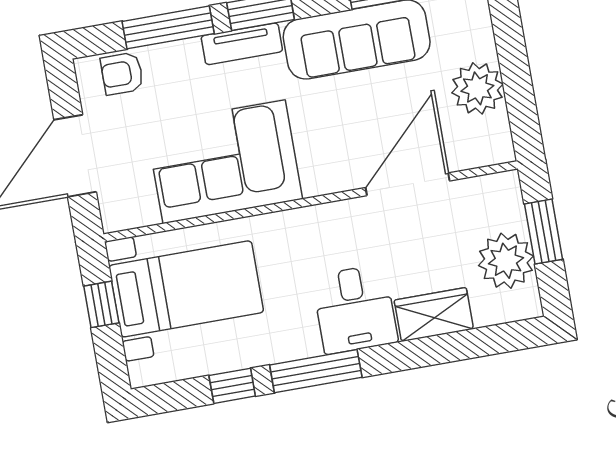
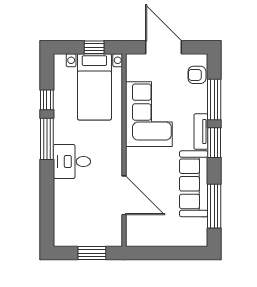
armchair: (122, 74) -> (197, 75), turned -90
plant: (477, 88) -> (162, 235), removed
plant: (506, 261) -> (82, 234), removed
wardrobe: (434, 315) -> (63, 197), removed

